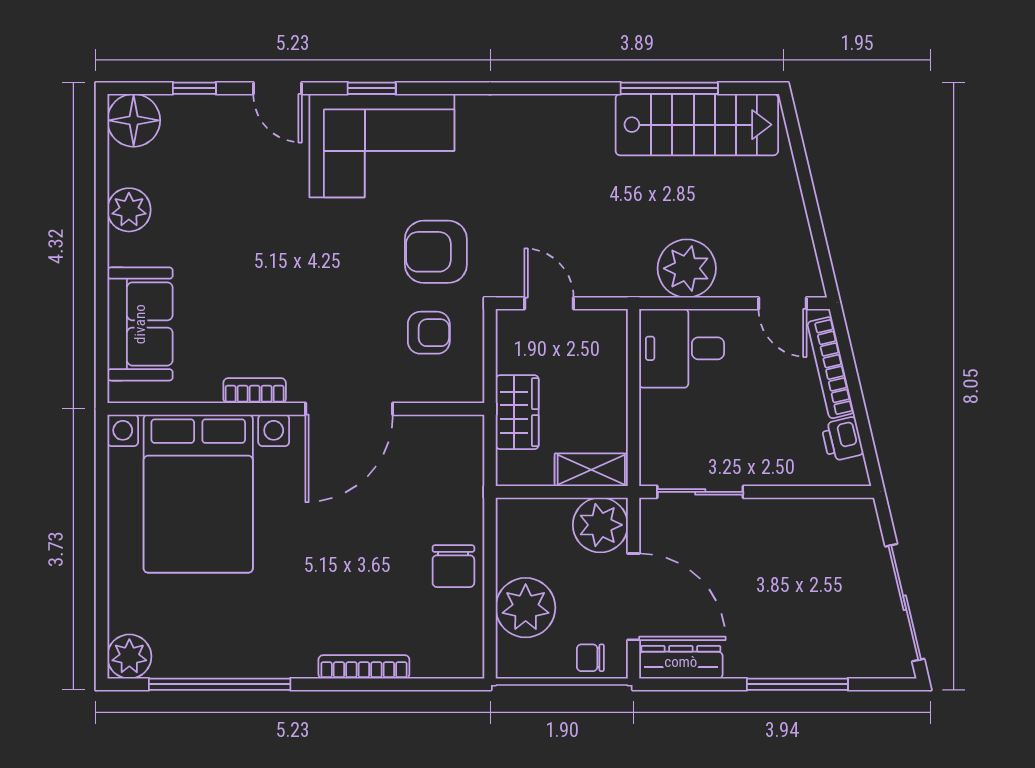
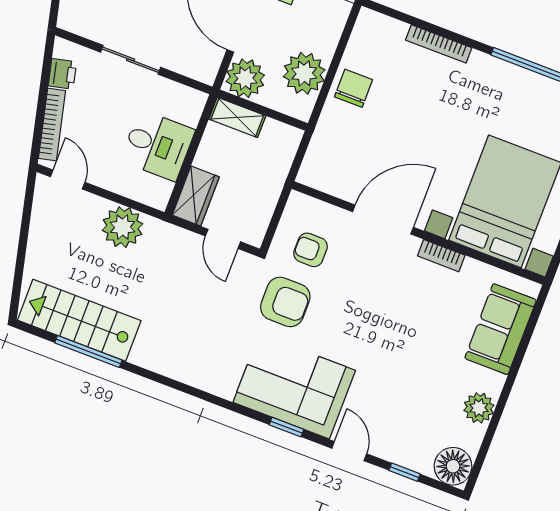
desk: (682, 348) -> (158, 145), moved
wardrobe: (517, 412) -> (196, 196), moved, turned 180
sliding door: (700, 492) -> (131, 60), moved
plant: (526, 608) -> (304, 73), moved

